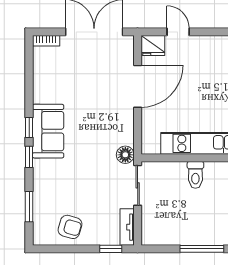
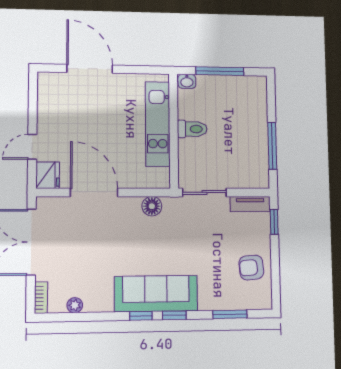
plant: (39, 70) -> (75, 305), added
sofa: (48, 131) -> (156, 294), width x1.36
floor lamp: (125, 155) -> (152, 206), moved
armchair: (70, 227) -> (251, 267), turned -111
window: (202, 249) -> (272, 146), moved

